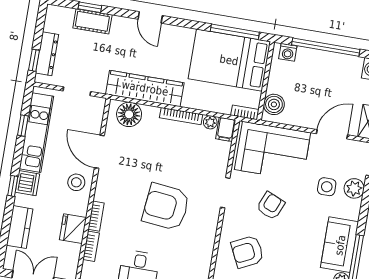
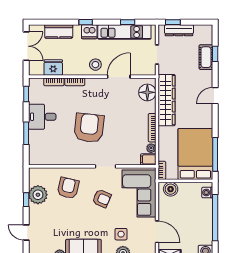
fridge: (73, 229) -> (53, 68), moved
armchair: (247, 252) -> (68, 188), turned 39

